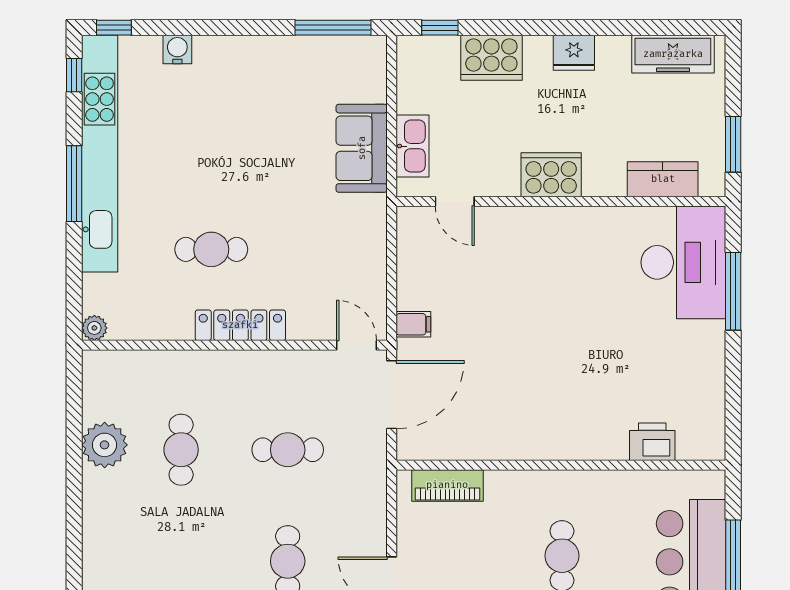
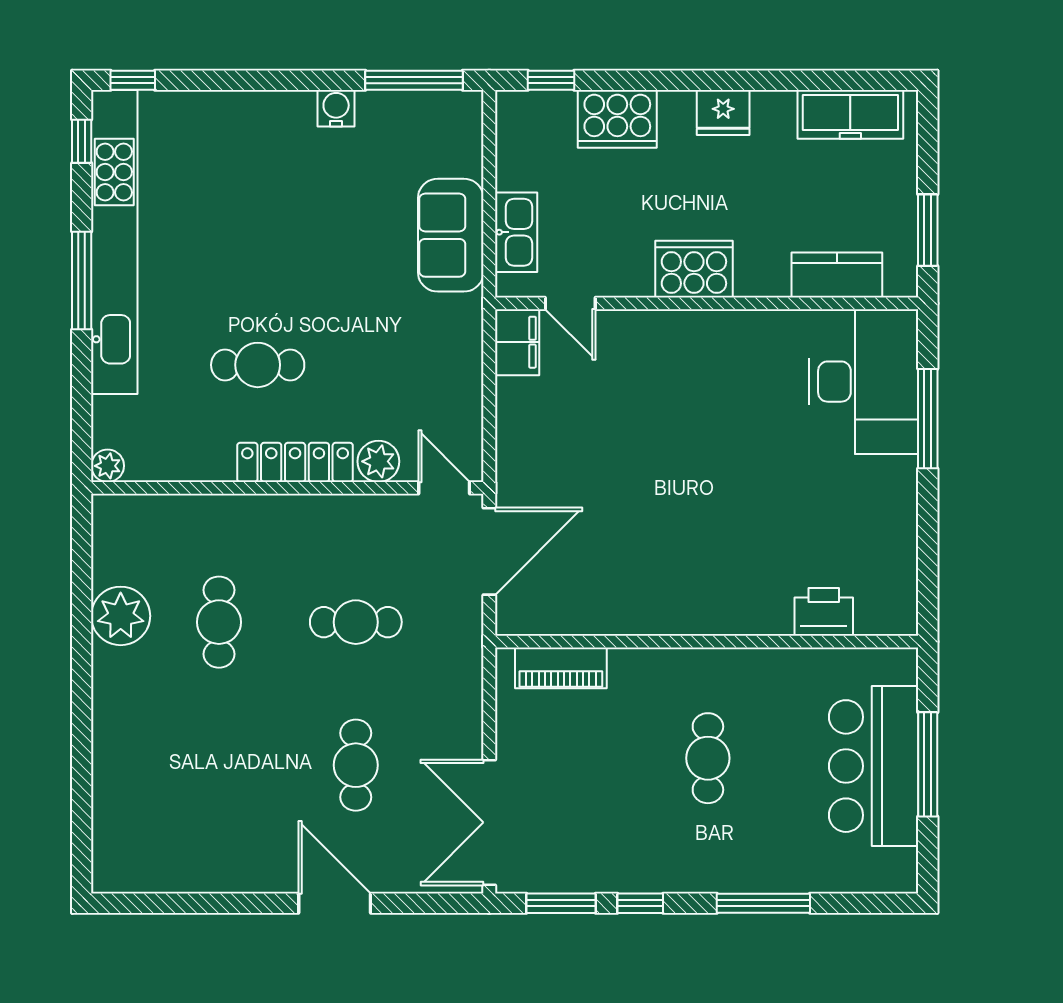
water cooler: (177, 49) -> (336, 108), moved
filing cabinet: (413, 324) -> (517, 342), moved, width x2.00
plant: (305, 325) -> (378, 461), added

